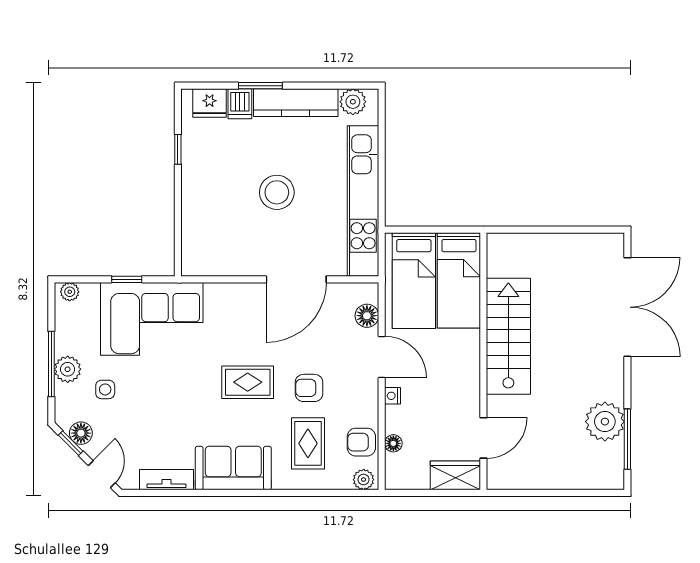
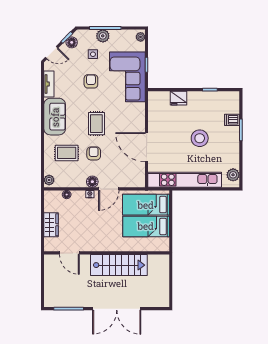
fridge: (210, 103) -> (179, 98), moved, turned -90
kitchen counter: (296, 103) -> (233, 147), removed
stool: (277, 192) -> (200, 138), moved
double door: (627, 307) -> (117, 309), moved
floor lamp: (367, 316) -> (92, 182), moved
stairs: (508, 336) -> (119, 265), moved
wall: (483, 361) -> (107, 253), moved
plant: (605, 422) -> (77, 298), removed
door: (483, 438) -> (69, 253), moved
armchair: (361, 442) -> (91, 81), moved

